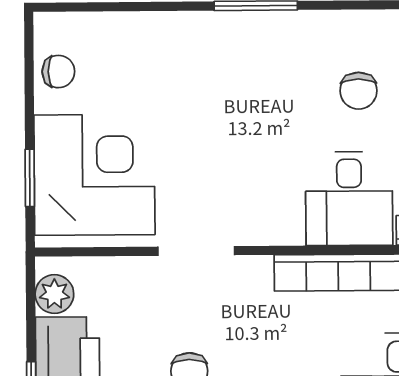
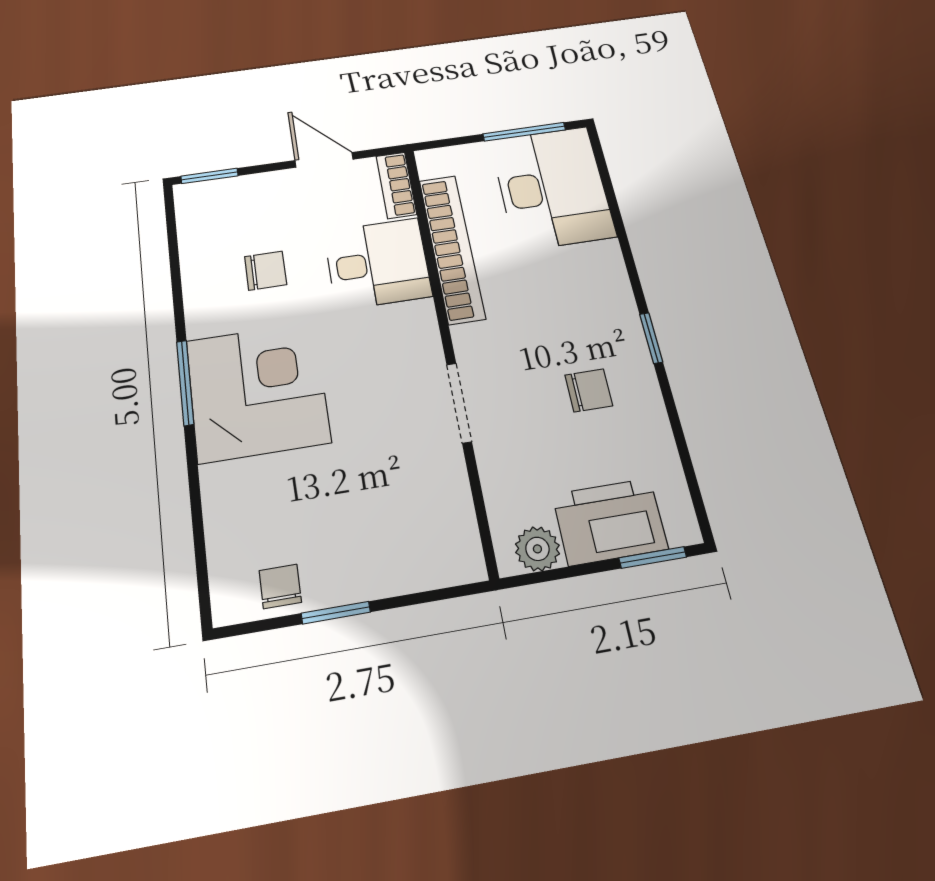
corner desk: (94, 175) -> (258, 391), moved, turned 90
window: (30, 178) -> (336, 613), moved

